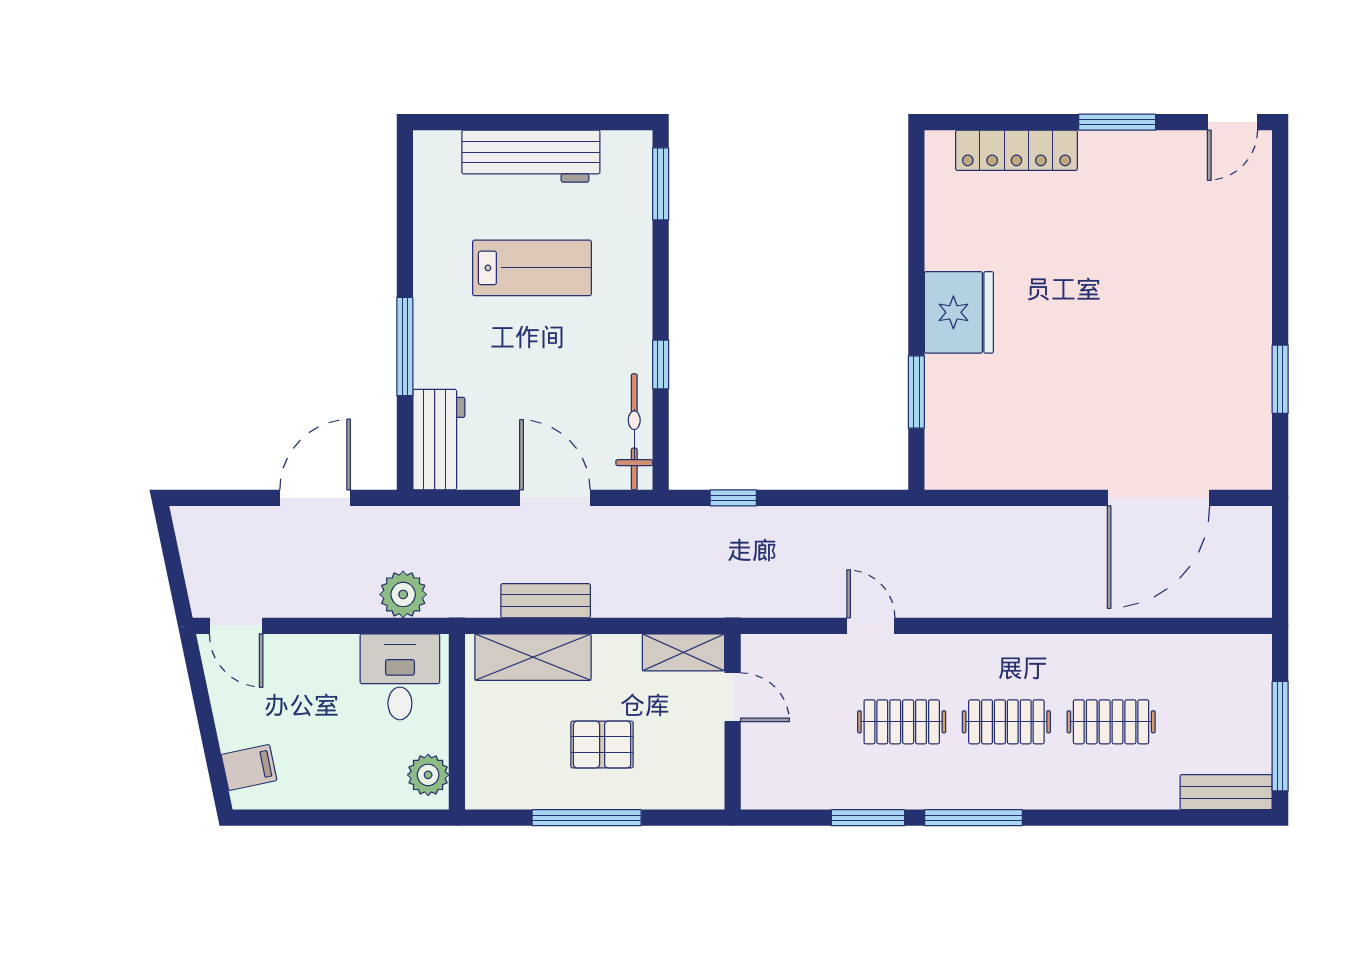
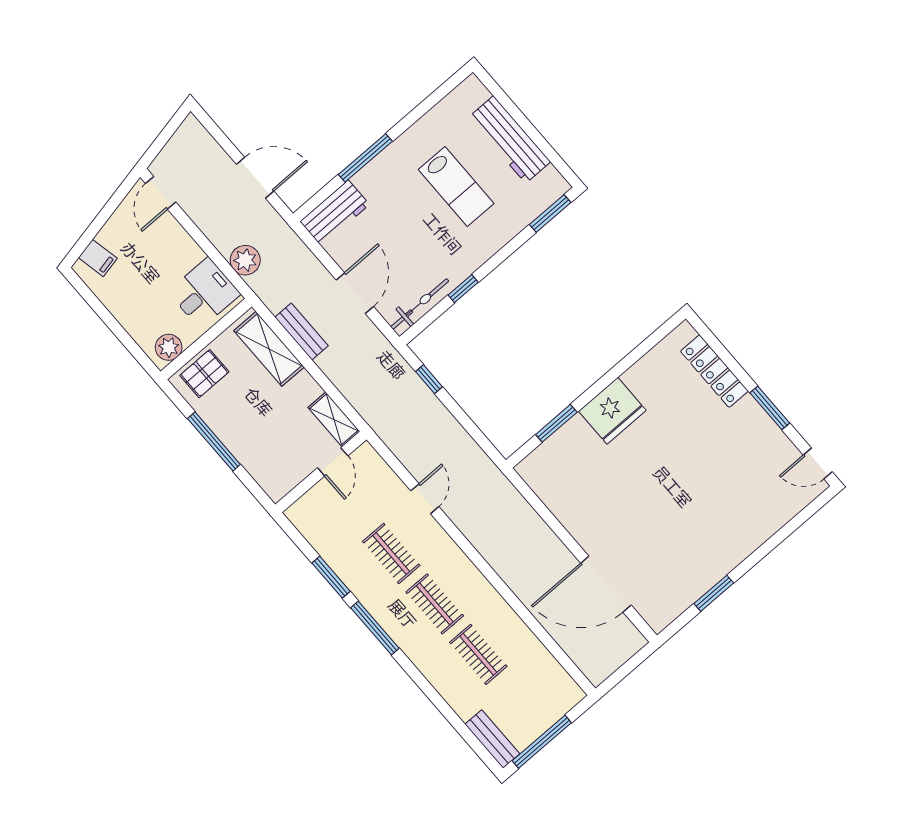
pallet: (602, 745) -> (204, 374), moved, turned 90

